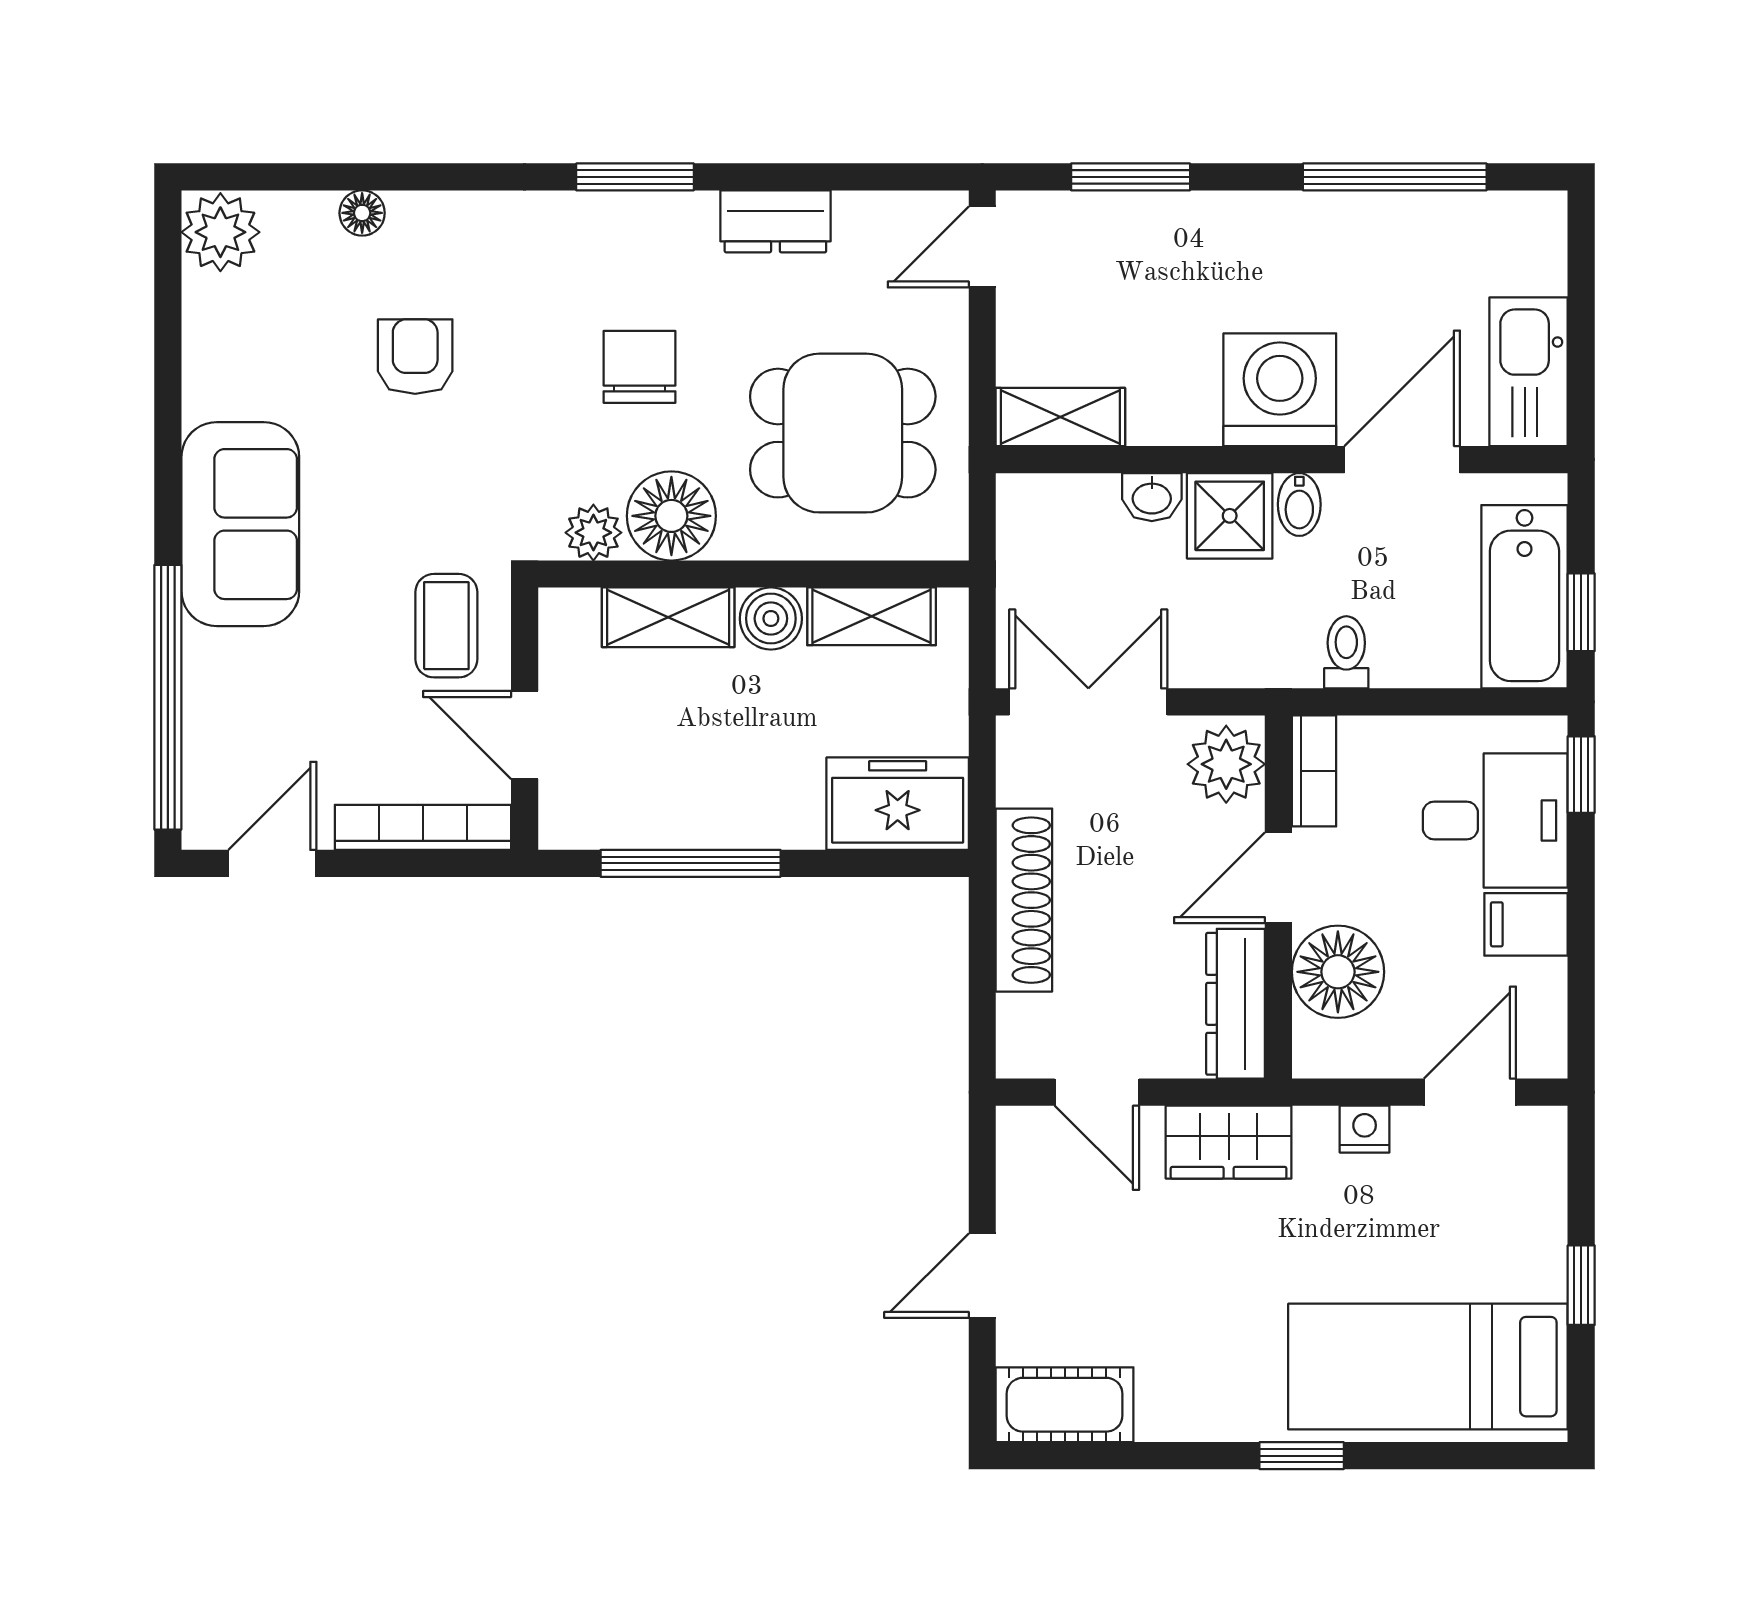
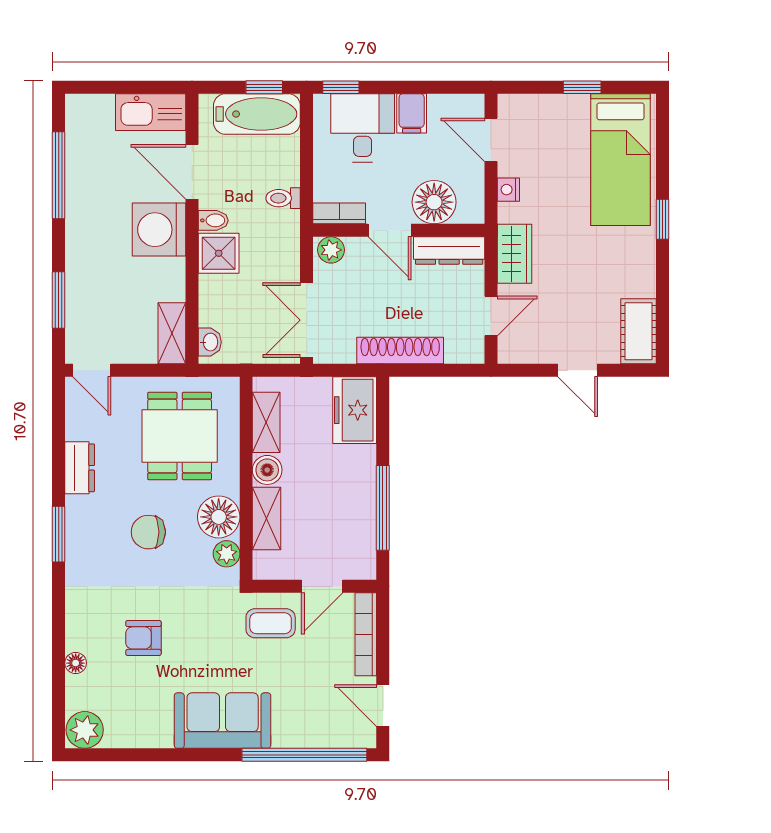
washbasin: (1152, 497) -> (210, 342), moved
plant: (1226, 764) -> (331, 250), width x0.73, depth x0.73

